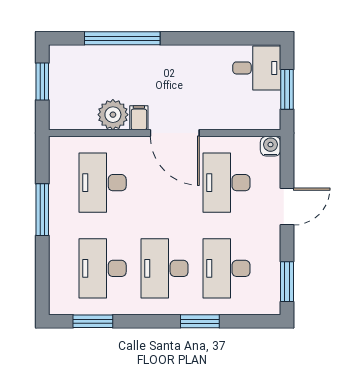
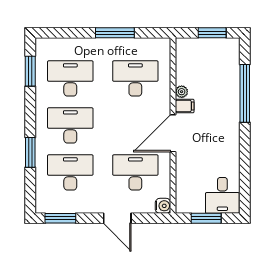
plant: (113, 115) -> (182, 92), width x0.53, depth x0.53

